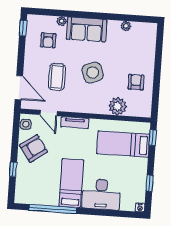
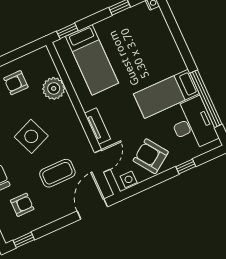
desk: (101, 194) -> (193, 124), moved

